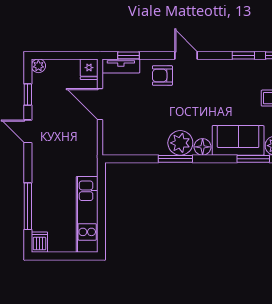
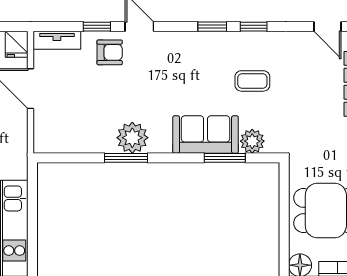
window: (129, 55) -> (97, 27), moved
armchair: (162, 76) -> (110, 52), turned 180
floor lamp: (203, 147) -> (160, 143), removed

